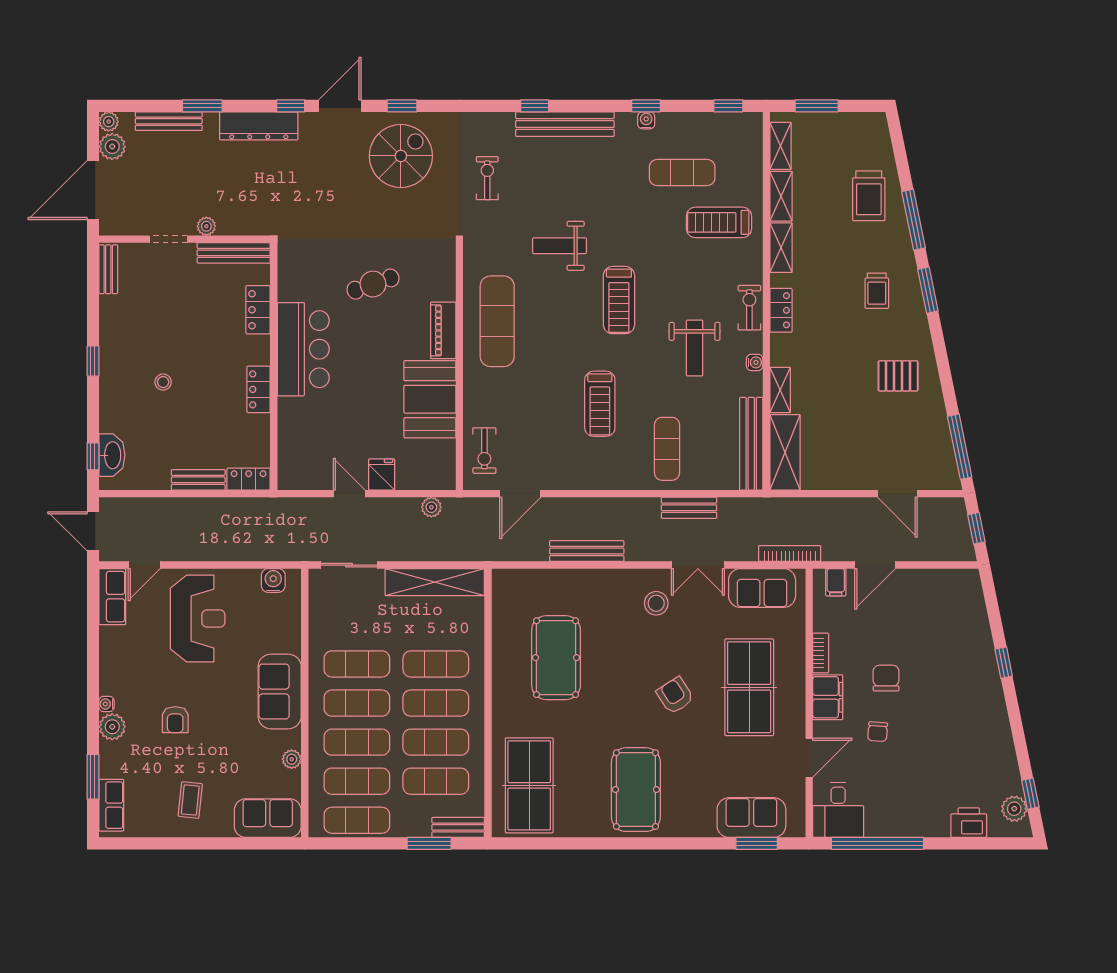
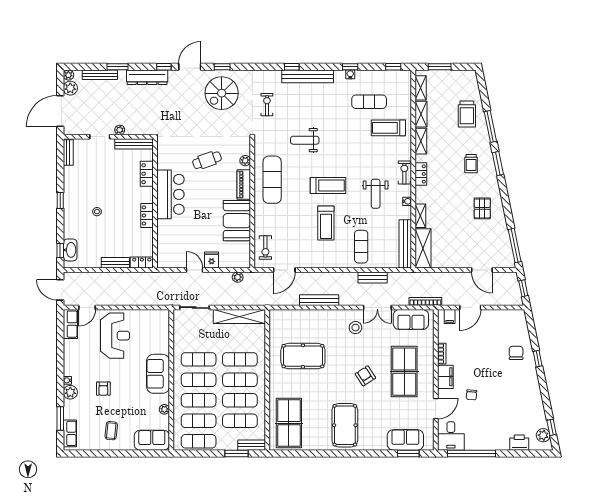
spiral stairs: (401, 156) -> (222, 93), turned 180
plant: (446, 285) -> (245, 161), added
treadmill: (619, 300) -> (328, 186), moved, turned -90
pallet: (898, 376) -> (482, 208), turned 90
water cooler: (273, 580) -> (155, 316), removed
pool table: (556, 658) -> (303, 356), turned 90
chair: (886, 678) -> (516, 353), moved

